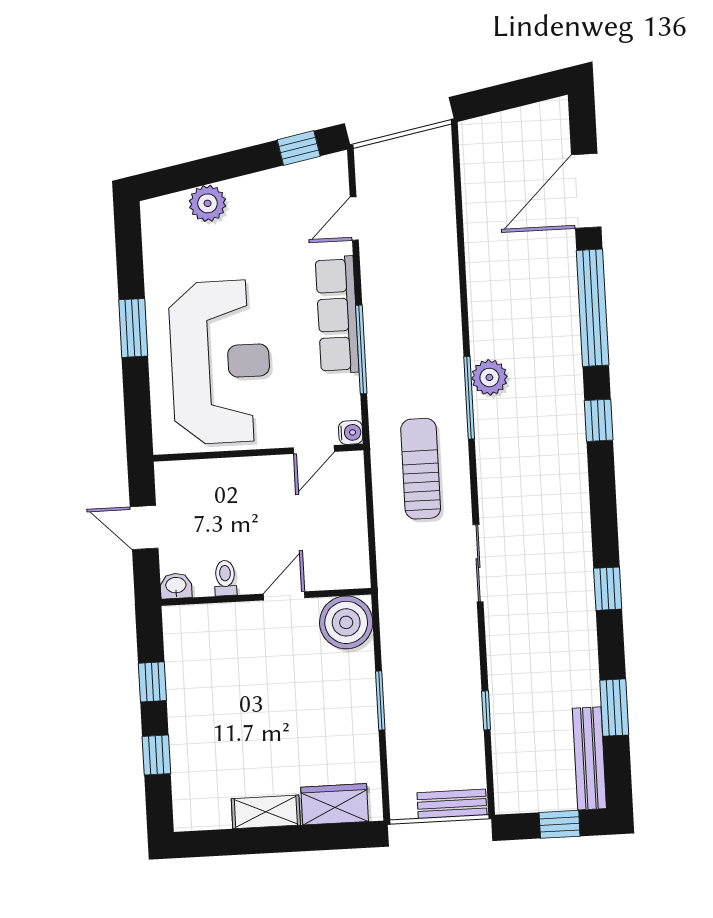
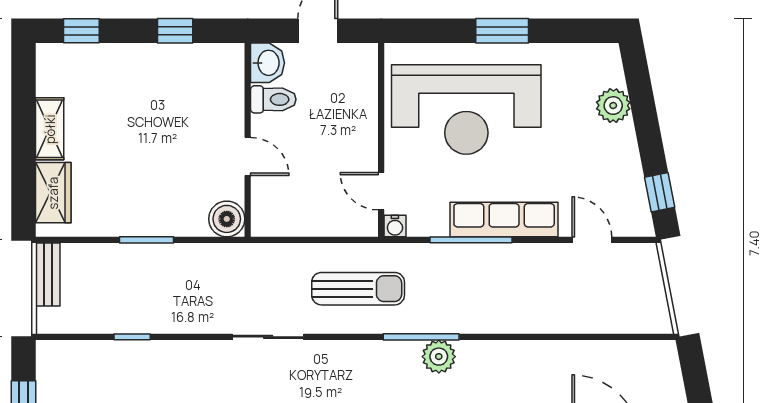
toilet: (225, 578) -> (273, 99), width x1.37, depth x1.39
washbasin: (176, 586) -> (268, 63), width x1.38, depth x1.45
boiler: (346, 622) -> (227, 219), width x0.73, depth x0.73
window: (156, 755) -> (81, 31), moved
bench: (452, 804) -> (48, 275), moved

